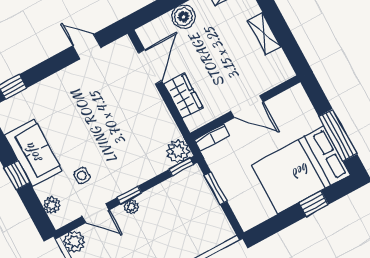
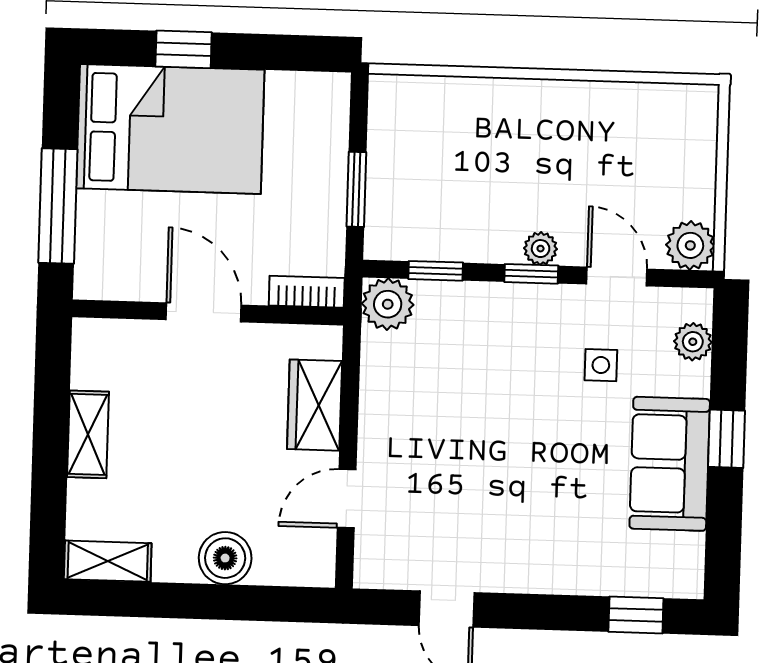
door: (150, 67) -> (347, 499), width x0.73
window: (338, 135) -> (58, 206), moved
window: (181, 167) -> (436, 271), moved

